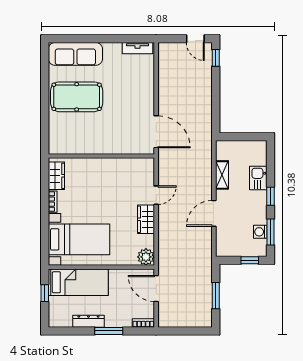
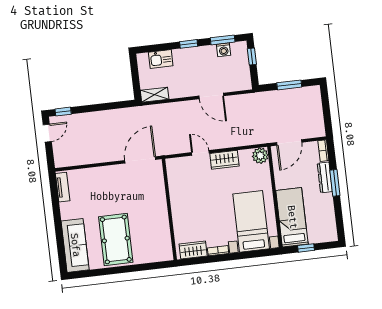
shelving: (222, 175) -> (155, 95), moved
kitchen sink: (258, 178) -> (161, 59), moved
dresser: (88, 321) -> (325, 177), moved

